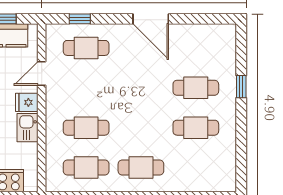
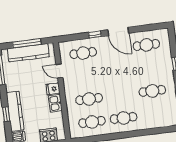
window: (80, 19) -> (95, 35), moved
door: (42, 73) -> (59, 71), hinge flipped
cafe table: (196, 88) -> (146, 45), moved

